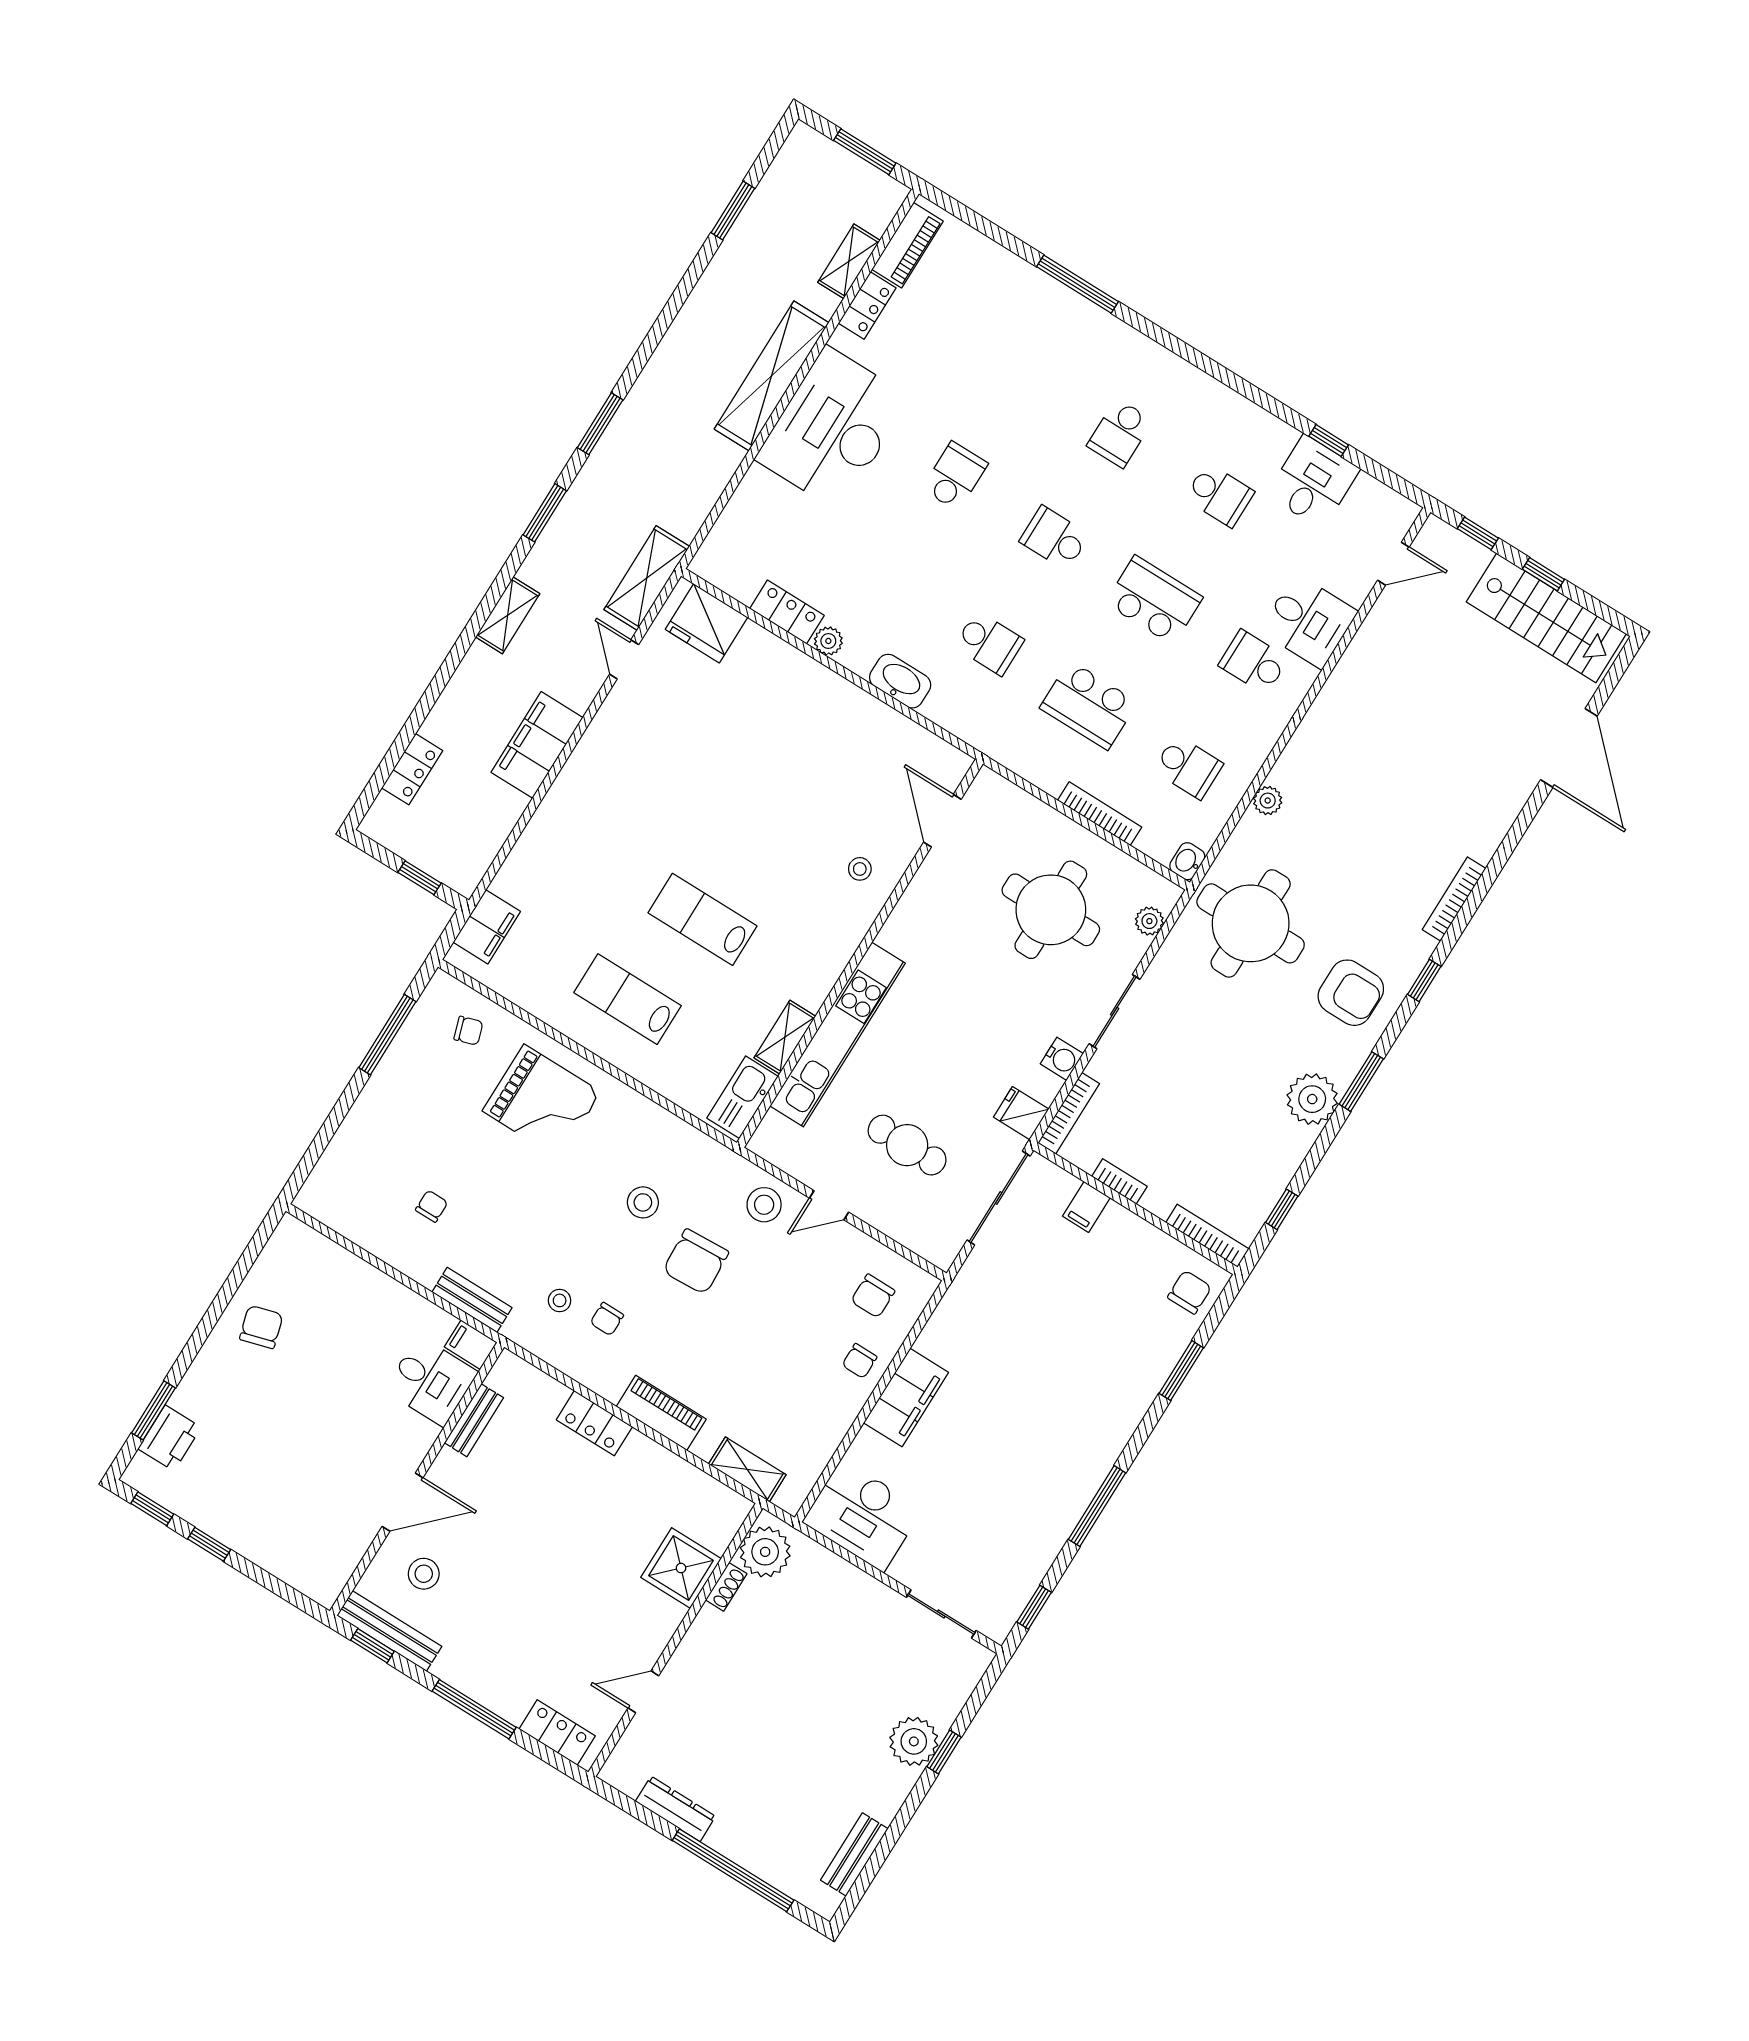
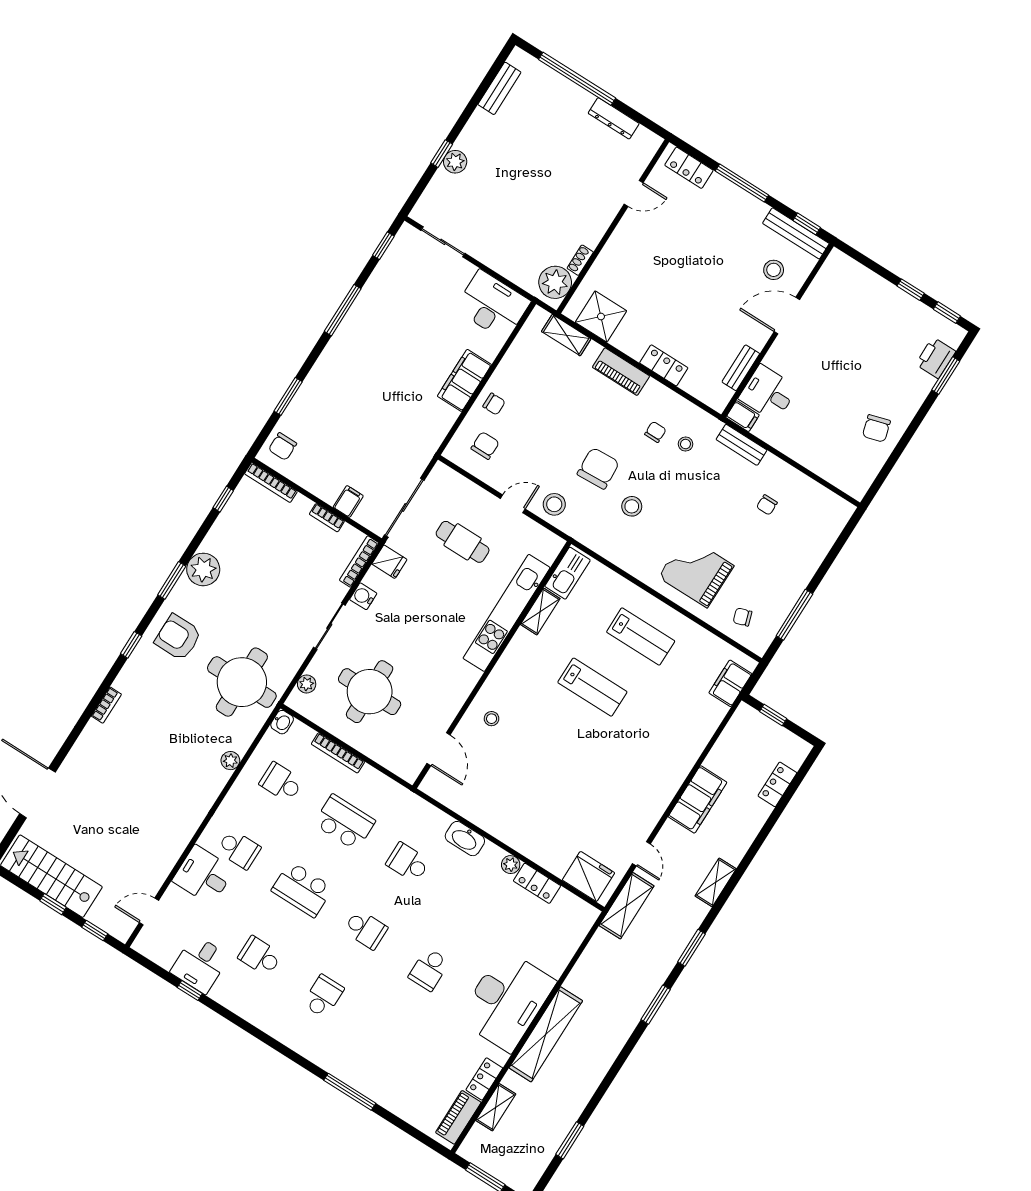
bookcase: (1454, 899) -> (106, 705), width x0.64
chair: (859, 1361) -> (494, 404), turned 90
shower: (681, 1568) -> (601, 317), moved
plant: (914, 1741) -> (455, 162), width x0.73, depth x0.73

